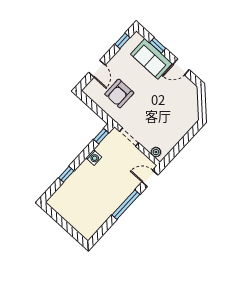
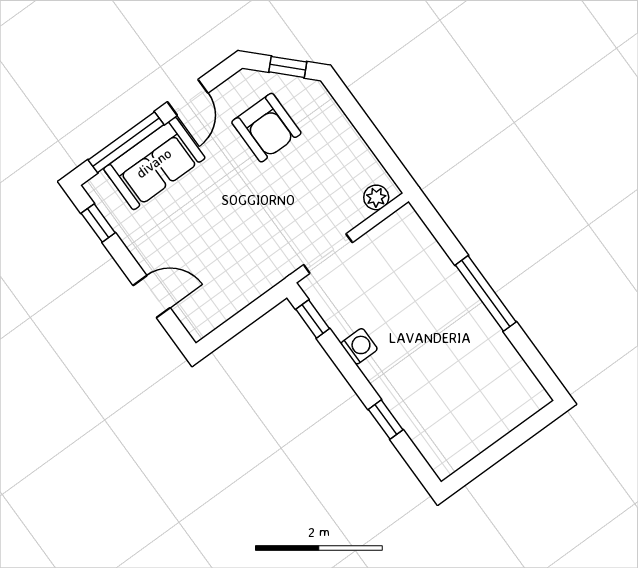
window: (158, 45) -> (126, 142), width x2.17
armchair: (119, 94) -> (266, 128), moved
window: (202, 105) -> (288, 67), added
door: (150, 178) -> (435, 224), removed

